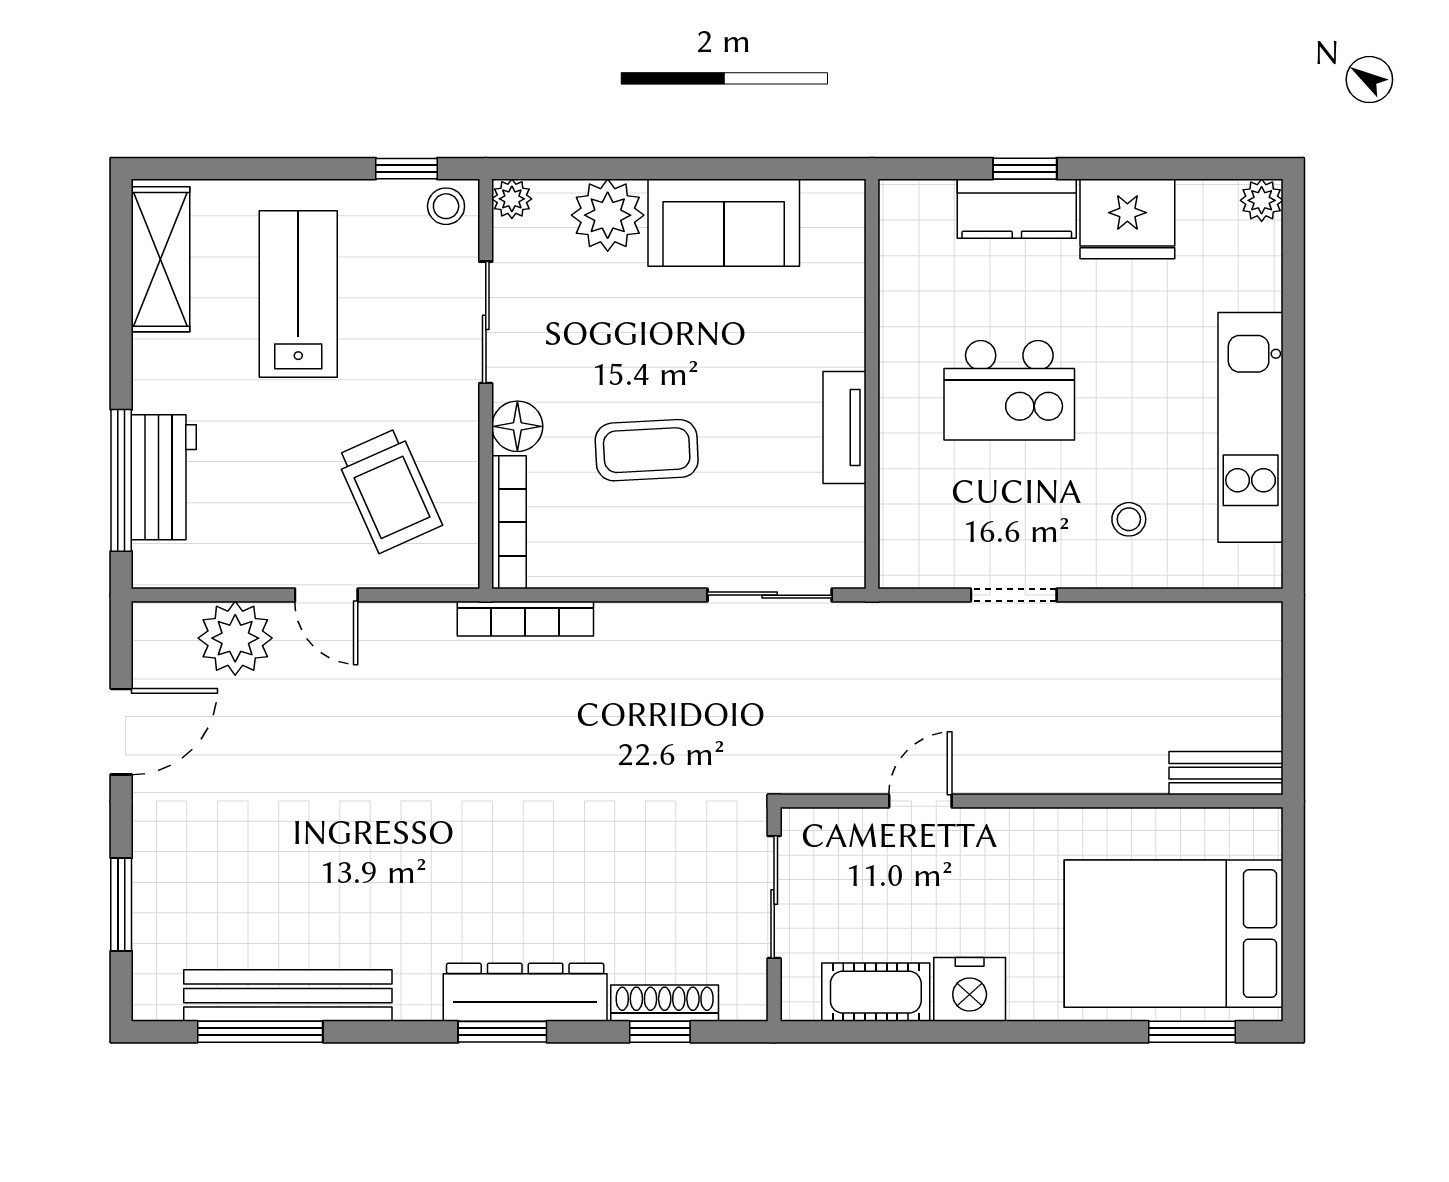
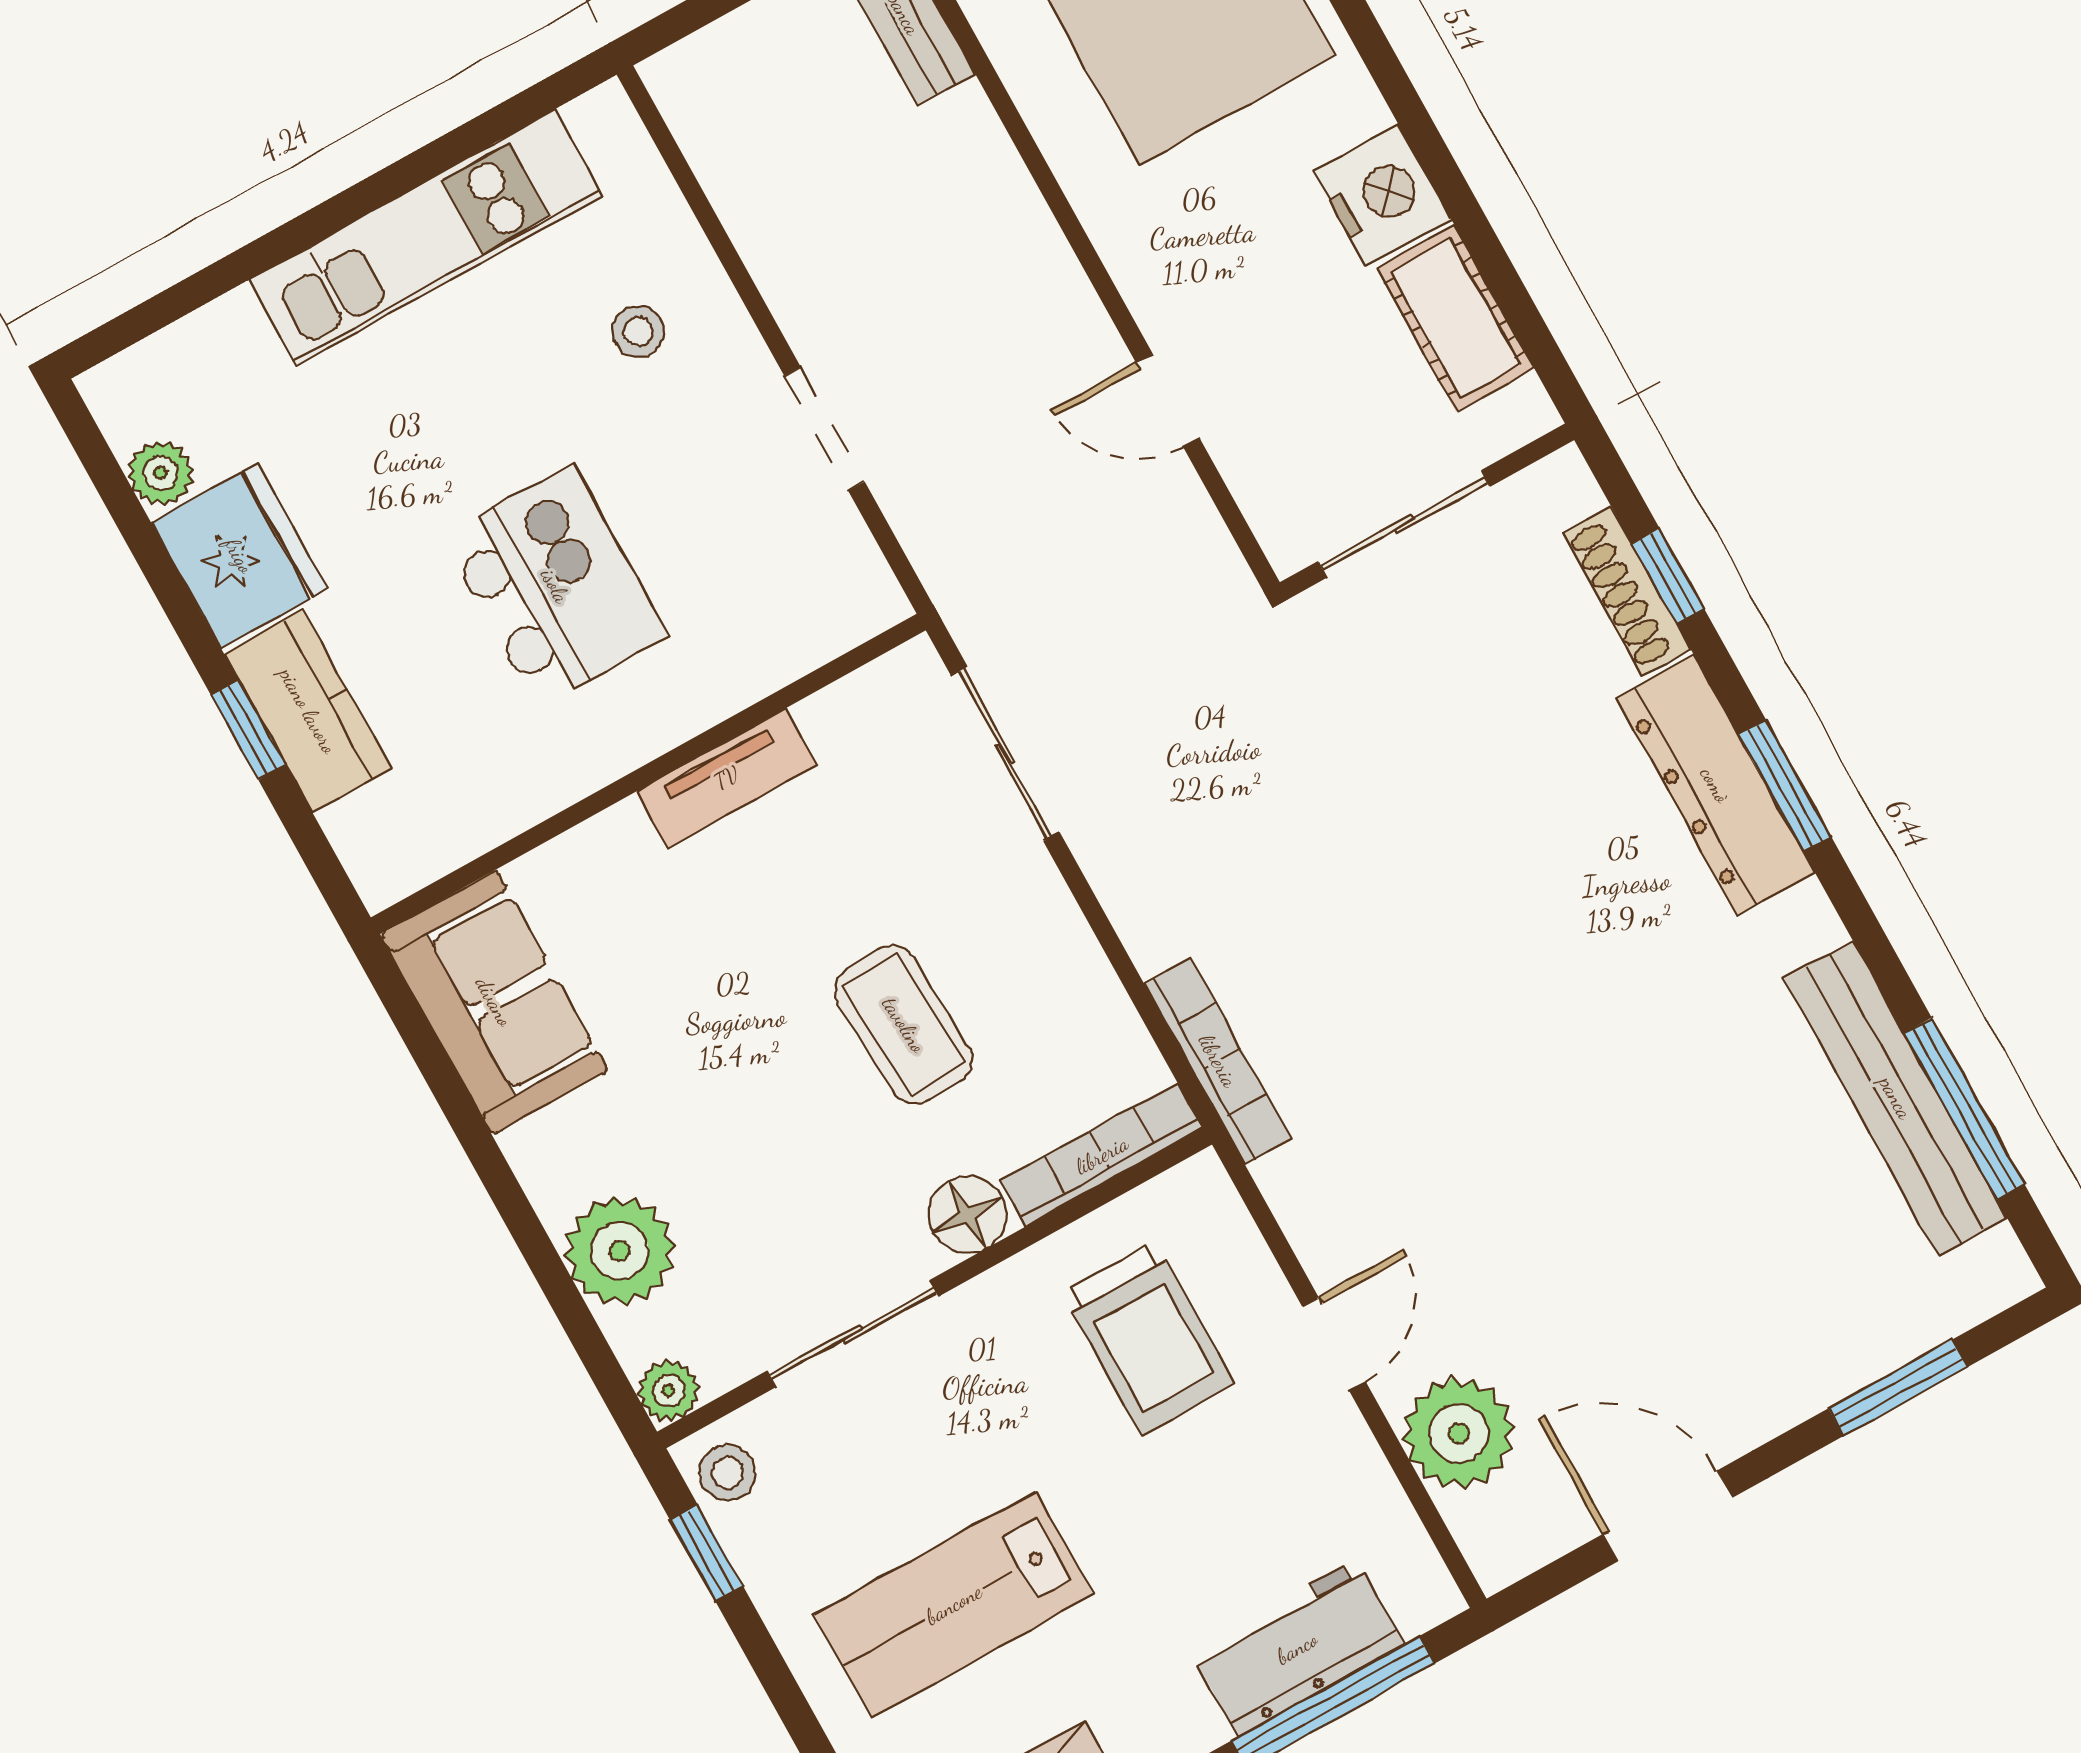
plant: (1262, 200) -> (161, 473), moved
sofa: (724, 223) -> (494, 1002), moved
trolley: (389, 490) -> (1148, 1338), turned 114

